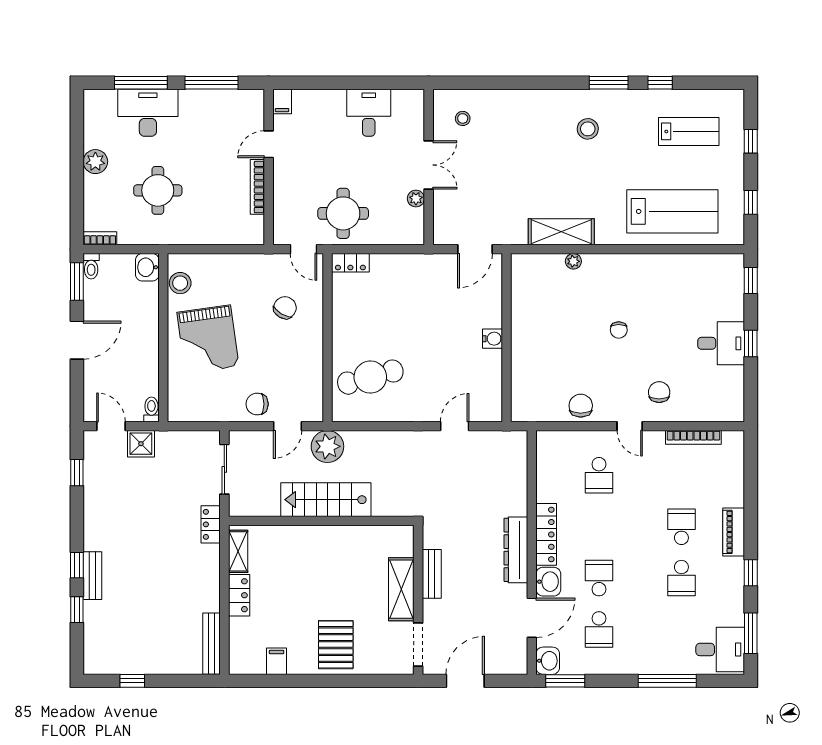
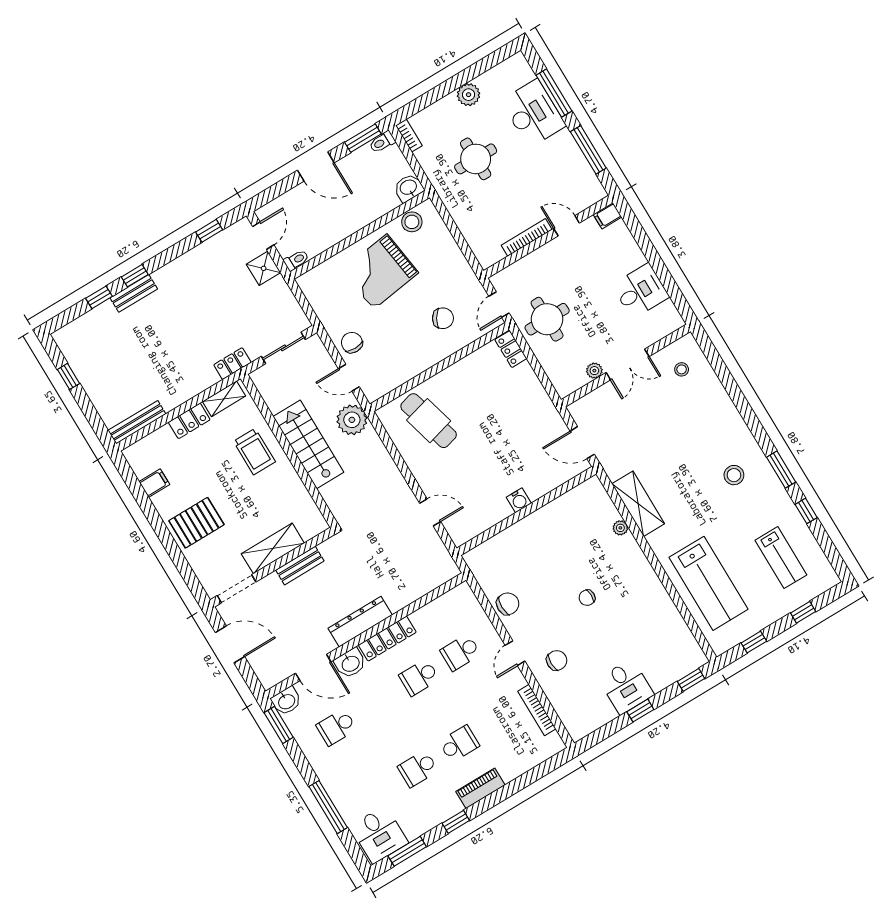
trolley: (303, 553) -> (254, 452), added
school desk: (599, 578) -> (419, 677), moved, turned 180

